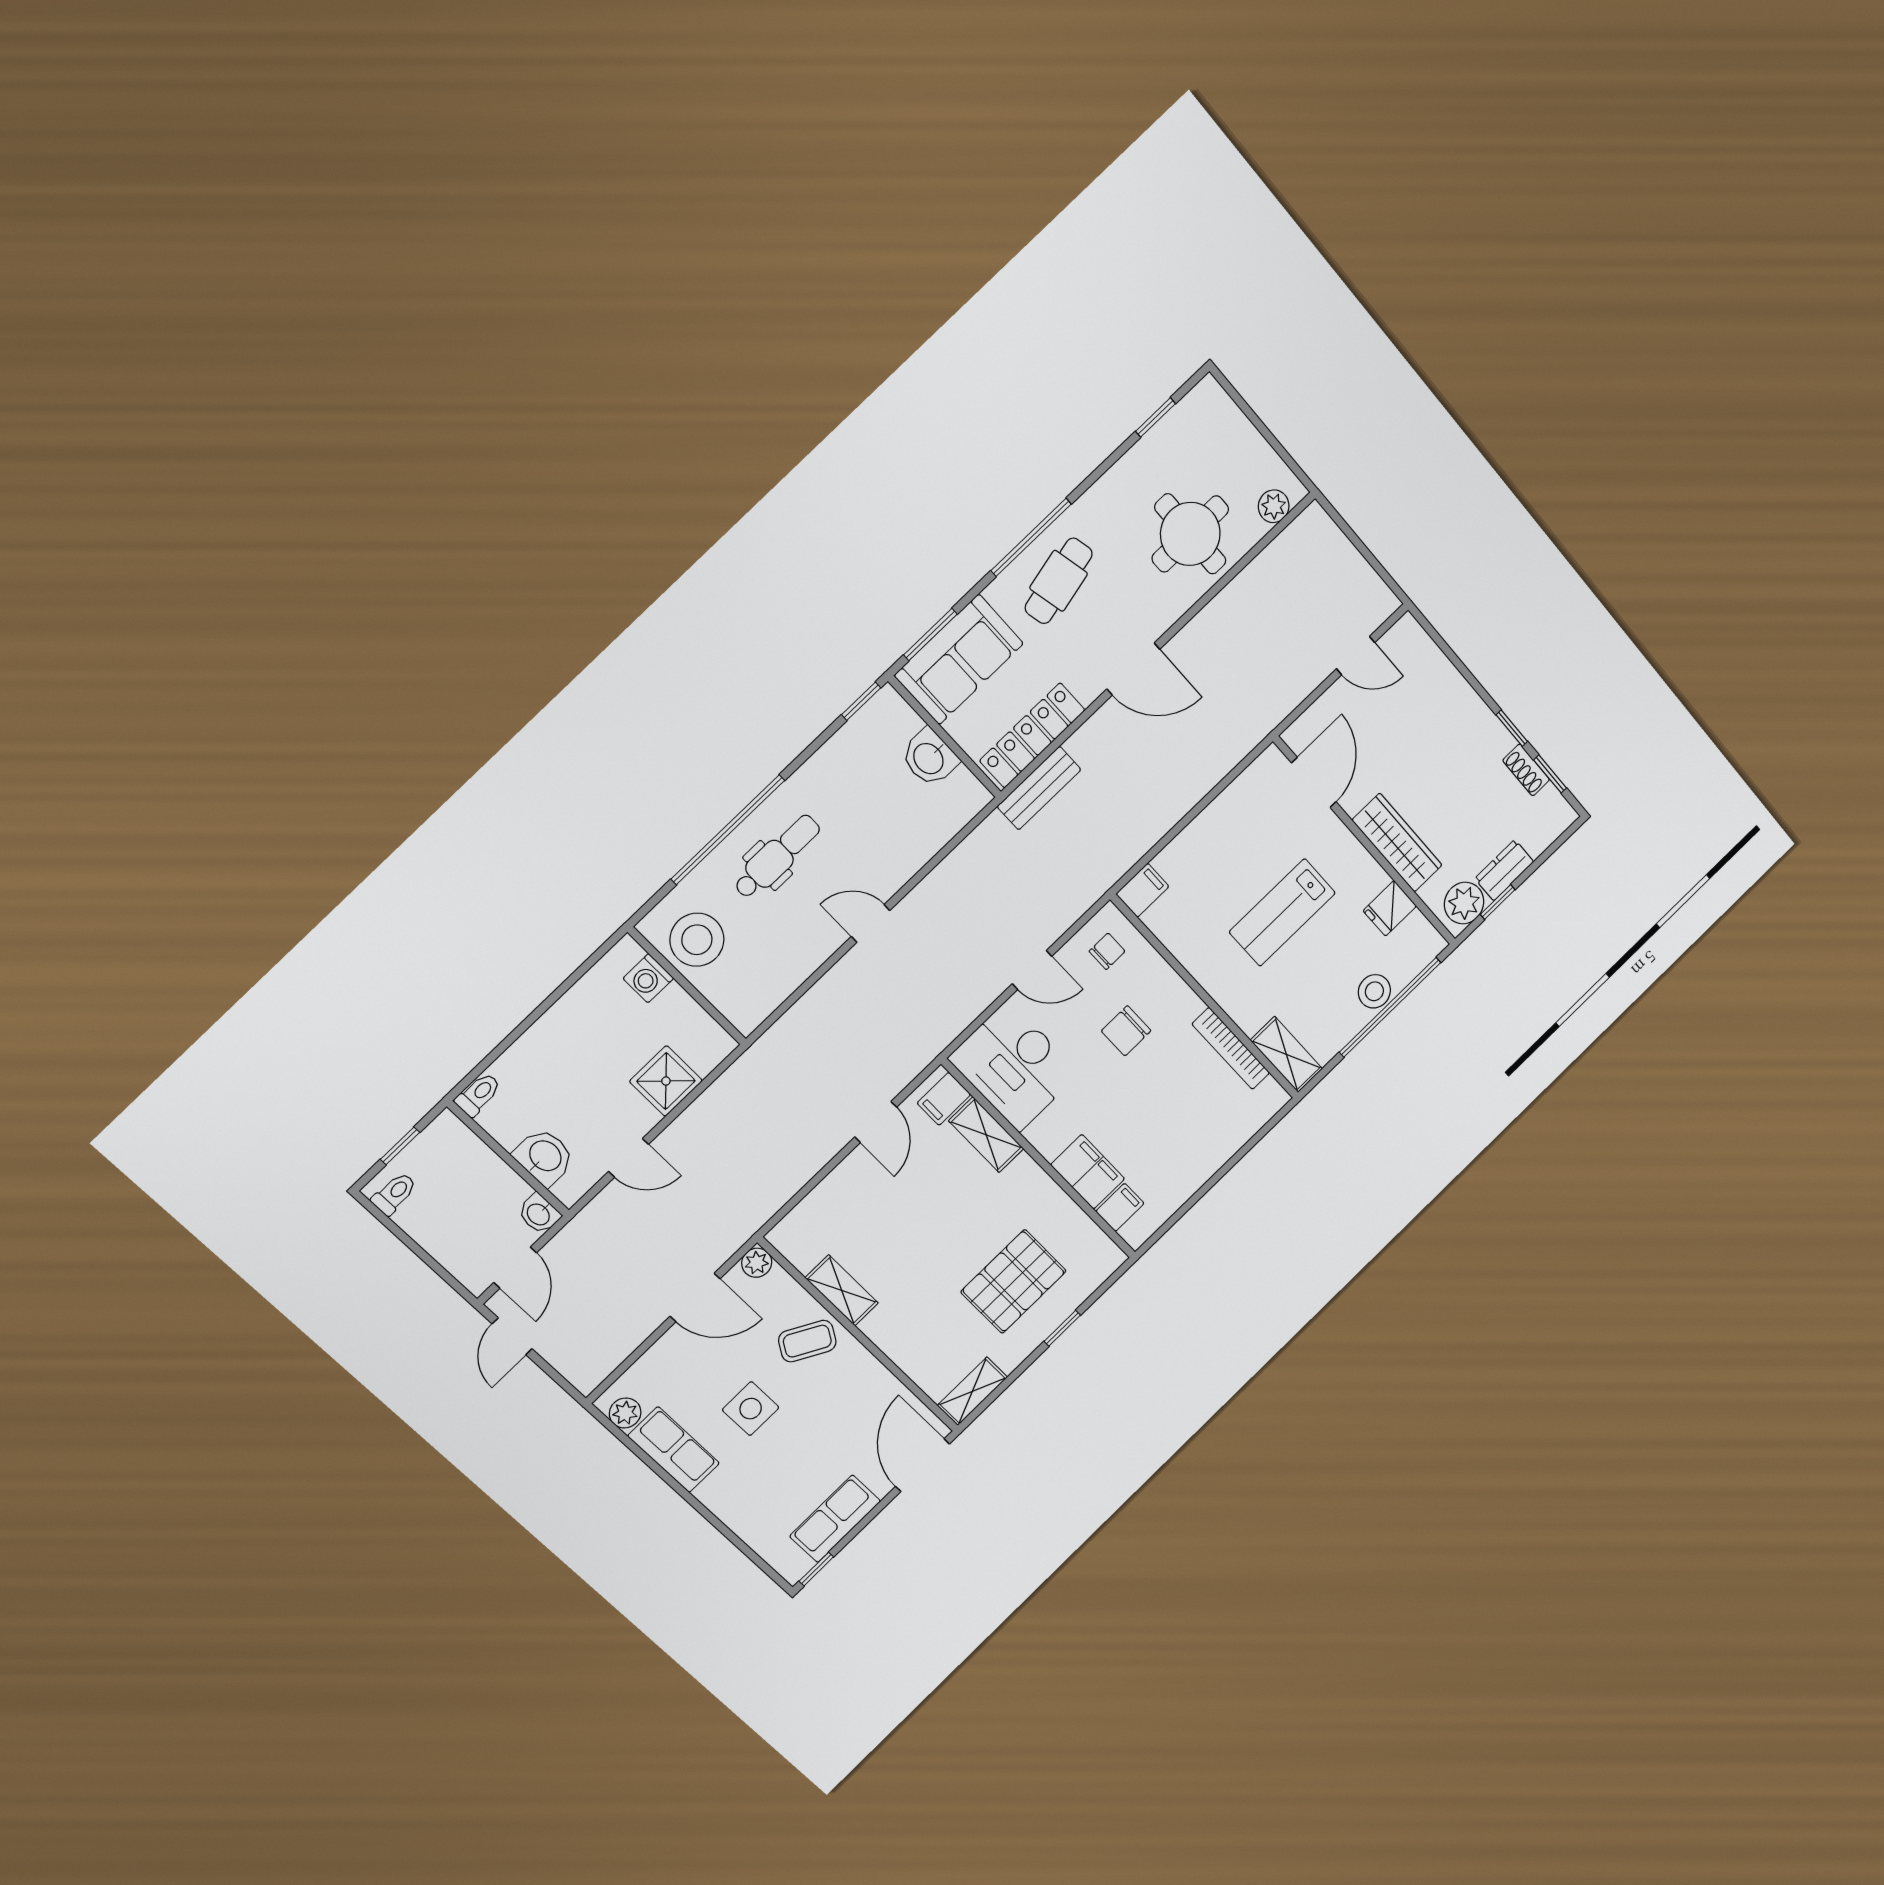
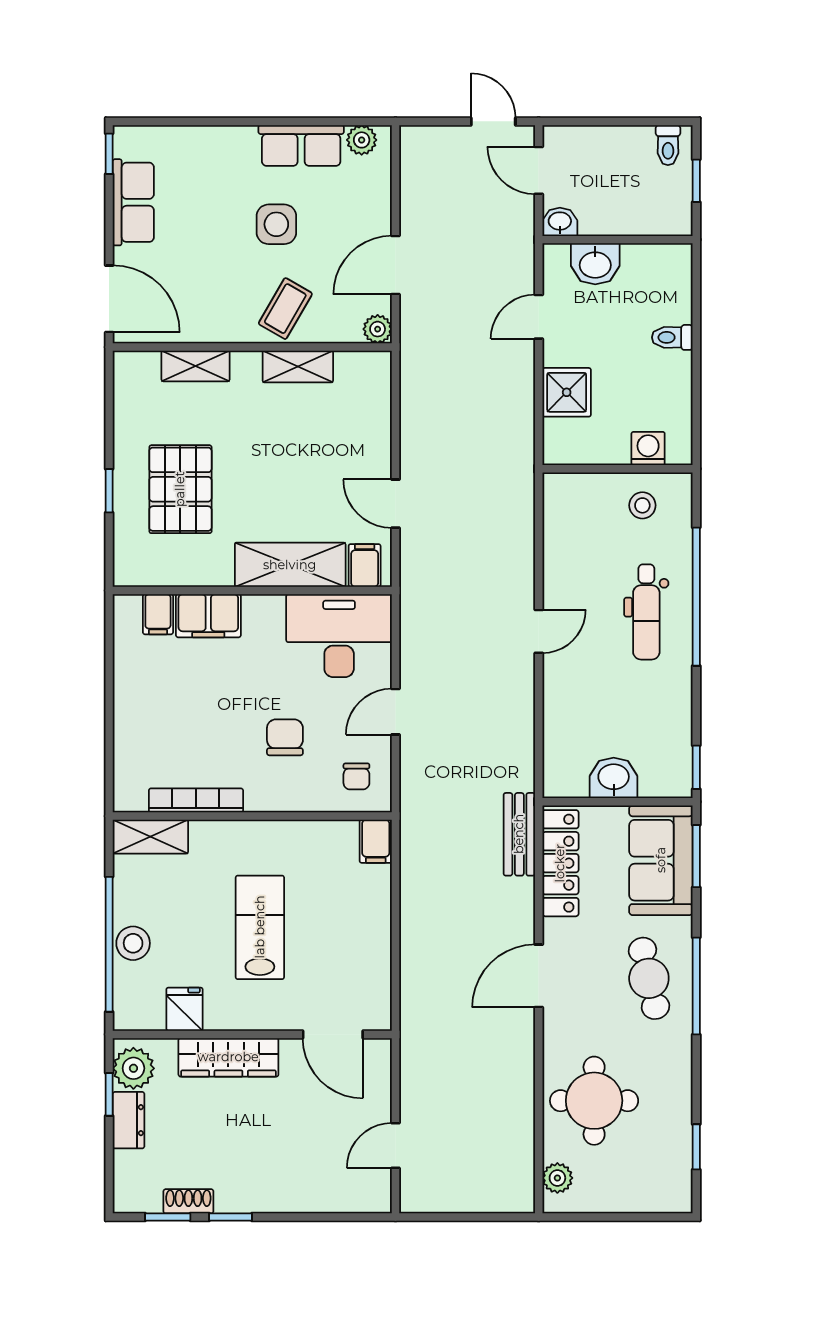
stool: (697, 940) -> (642, 505), width x0.53, depth x0.53
toilet: (478, 1094) -> (672, 337), moved, turned 90
shelving: (986, 1135) -> (290, 565), width x1.50, depth x1.33
shelving: (972, 1391) -> (196, 366), moved, turned 90

